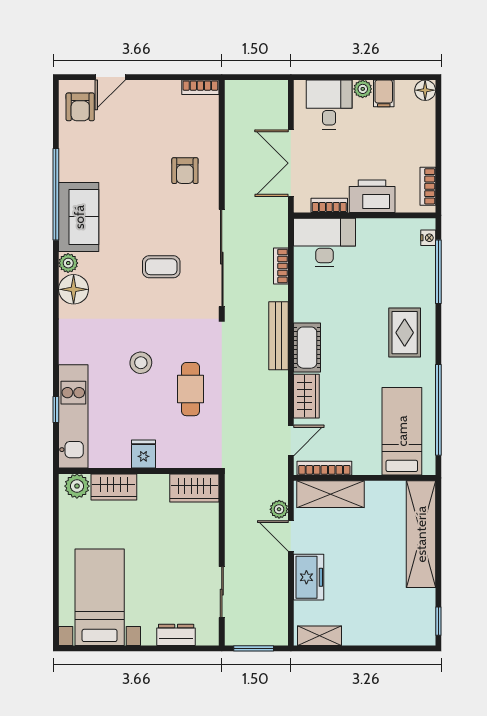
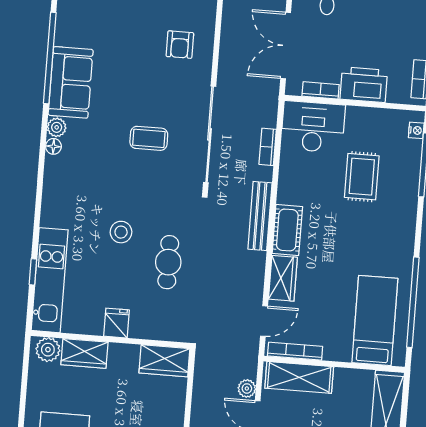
floor lamp: (74, 289) -> (53, 146), width x0.53, depth x0.53
rug: (405, 333) -> (362, 177), moved

